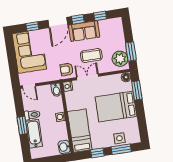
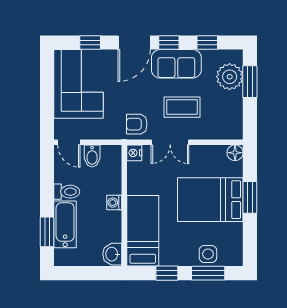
window: (131, 51) -> (250, 82), moved
plant: (120, 59) -> (230, 77), moved
double door: (87, 77) -> (170, 142), swing flipped
bidet: (56, 90) -> (92, 156), moved
window: (137, 90) -> (250, 197), moved
window: (22, 125) -> (47, 232), moved

